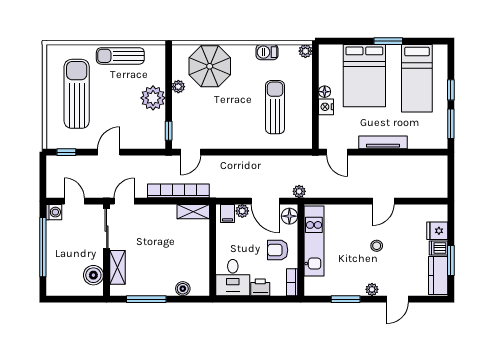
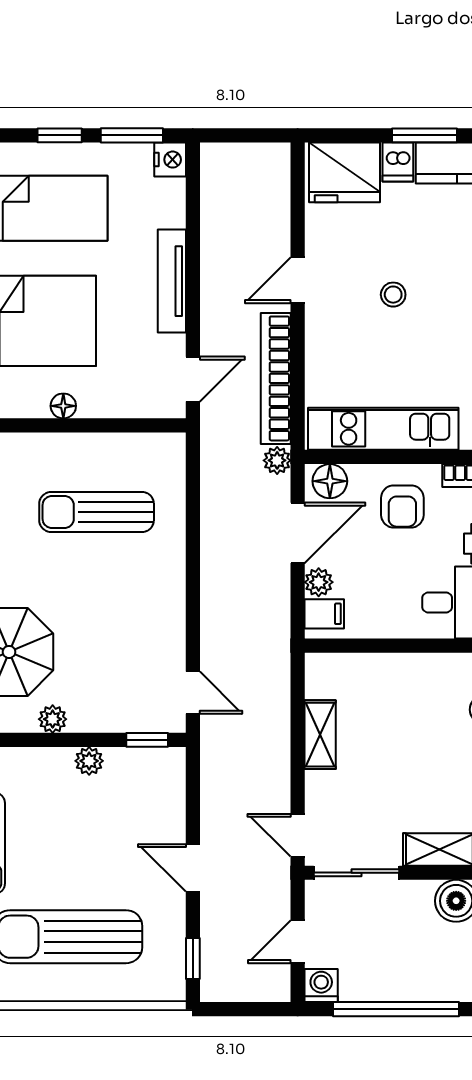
plant: (153, 98) -> (89, 761), width x0.53, depth x0.53
nightstand: (326, 107) -> (170, 160), moved, turned -90
bookcase: (178, 191) -> (276, 378), moved
door: (383, 201) -> (298, 280), swing flipped
shelving: (193, 212) -> (320, 735), moved
fridge: (437, 231) -> (344, 172), width x1.88, depth x1.34

